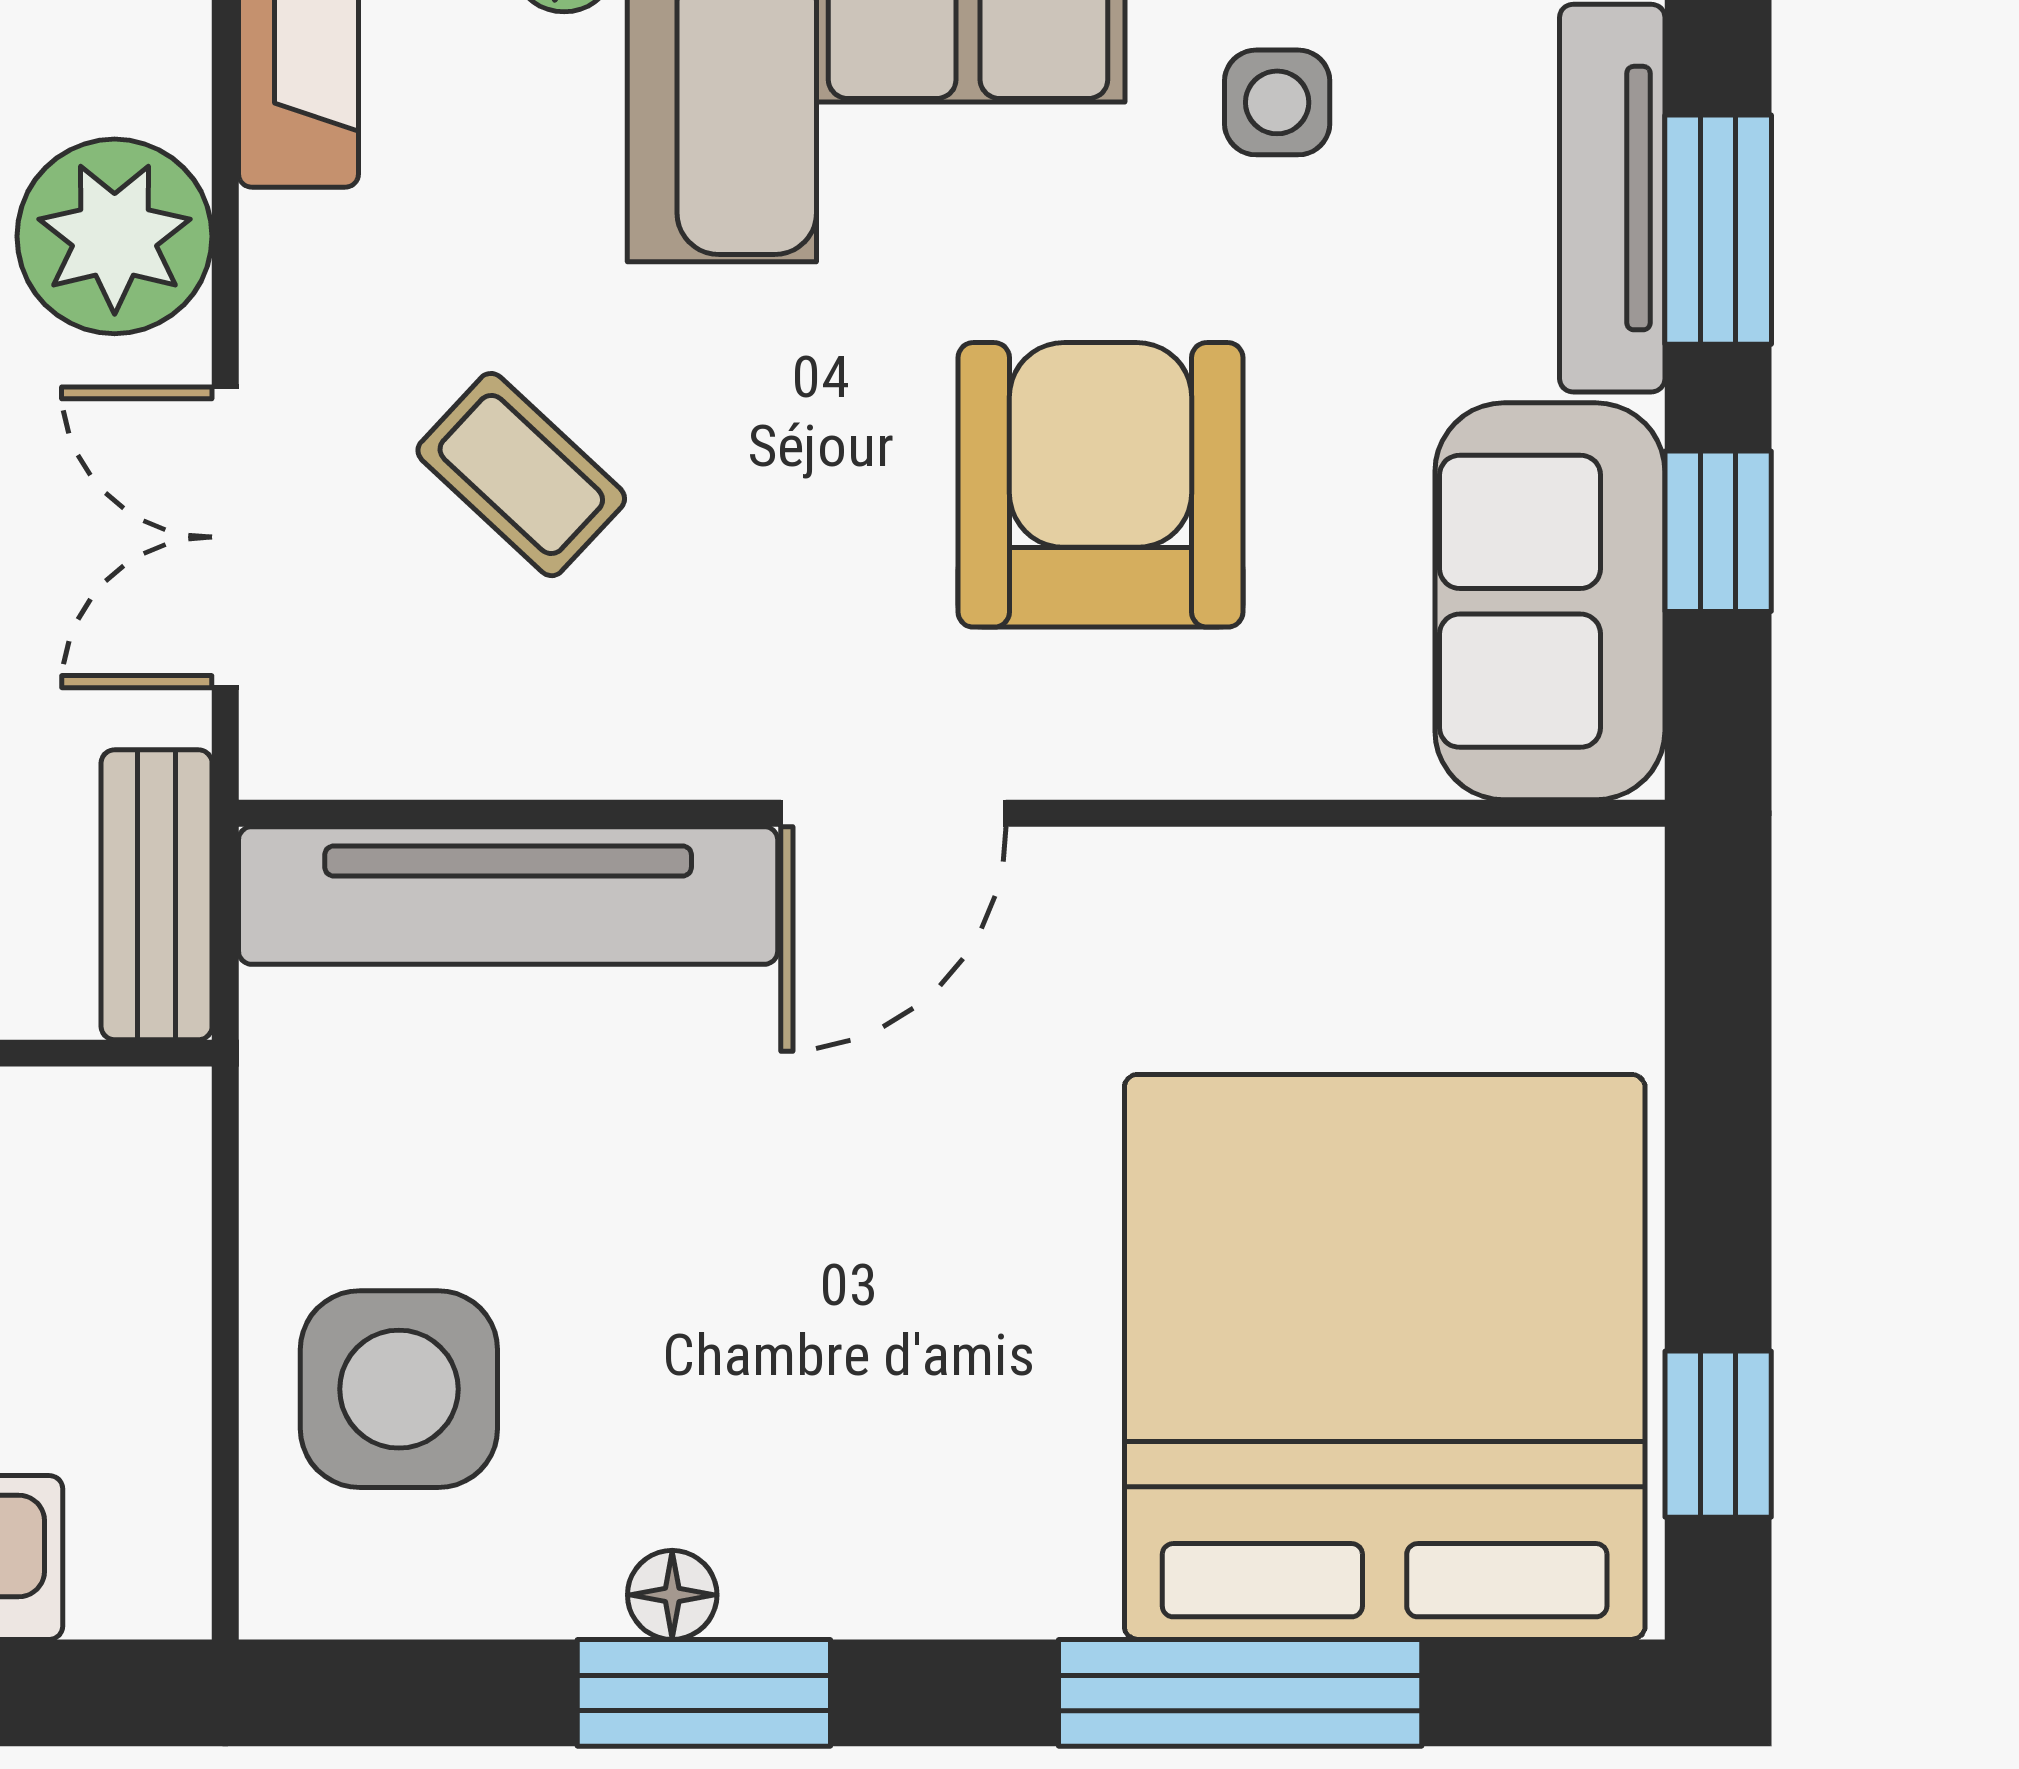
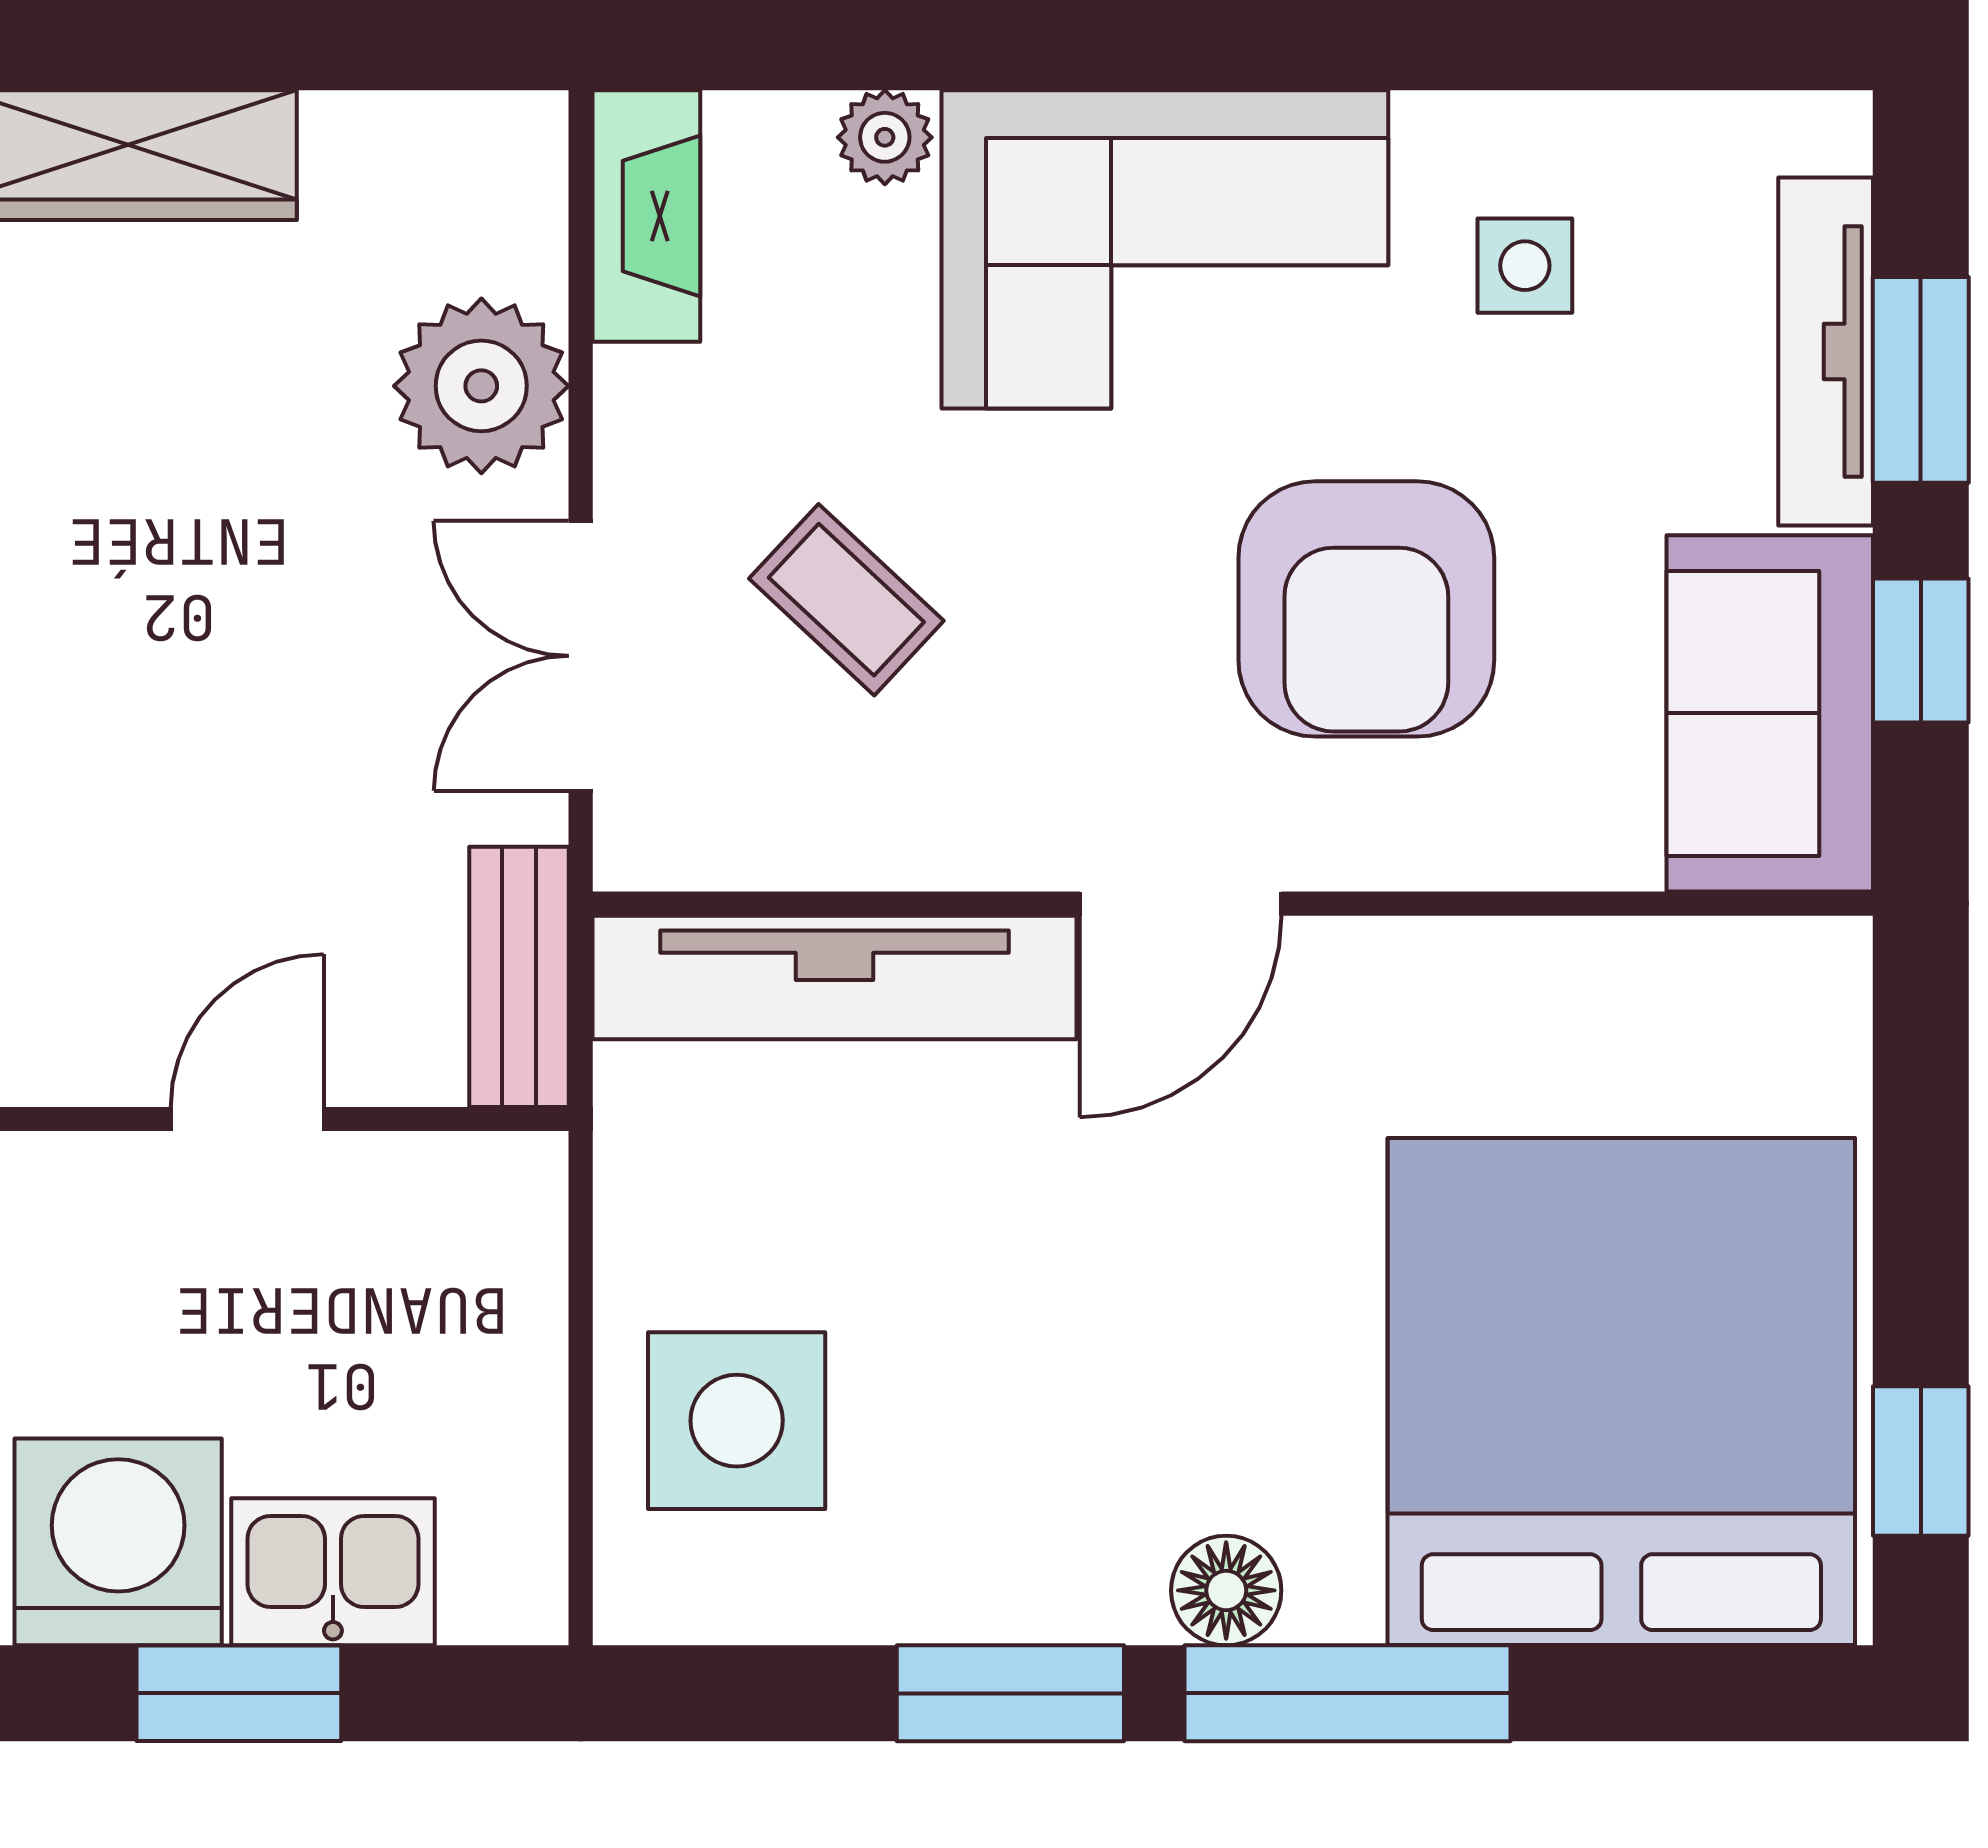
armchair: (1100, 485) -> (1366, 609), turned 180
floor lamp: (672, 1595) -> (1226, 1590), moved, width x1.37, depth x1.37
window: (1240, 1693) -> (1348, 1693), moved

